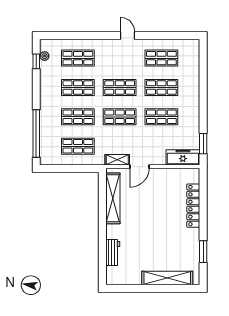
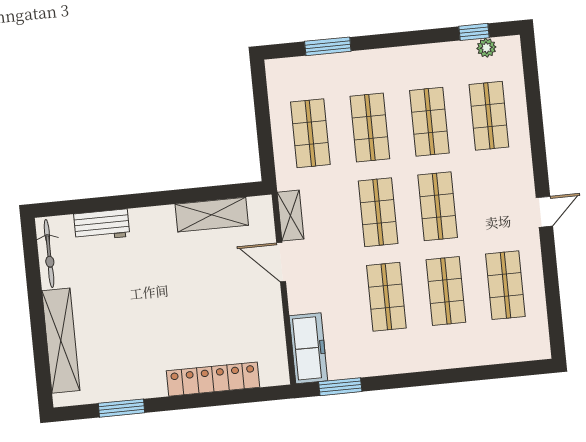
window: (36, 133) -> (328, 46), width x0.47
shelving: (113, 198) -> (212, 215), width x0.68
bicycle: (124, 280) -> (49, 253), added

